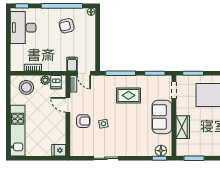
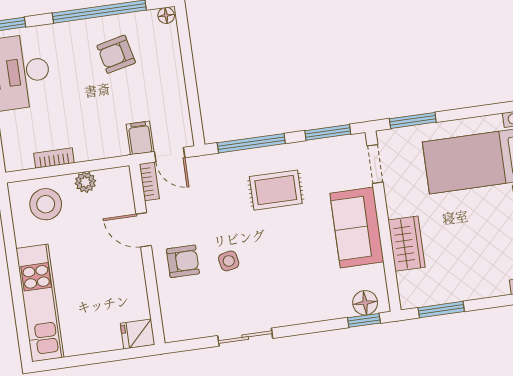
dishwasher: (56, 82) -> (110, 183), removed

